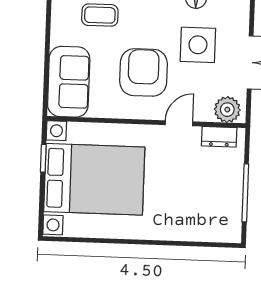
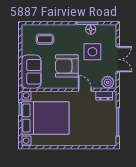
armchair: (143, 72) -> (67, 66), turned -90
door: (179, 123) -> (85, 90), hinge flipped

